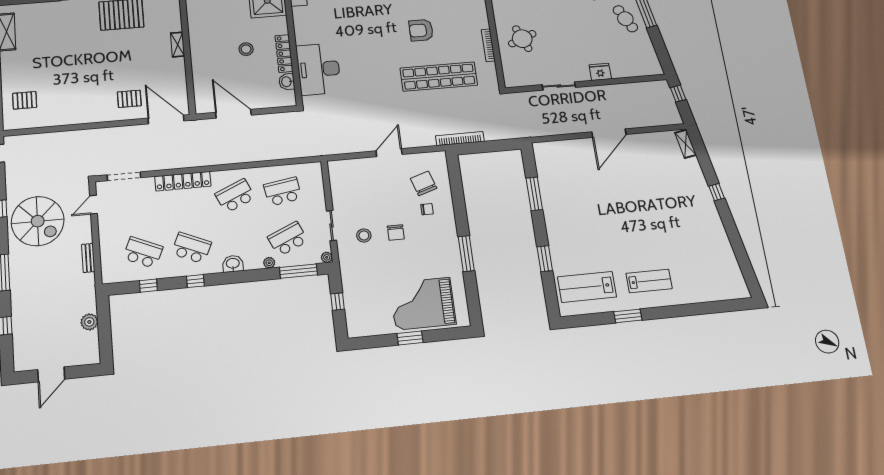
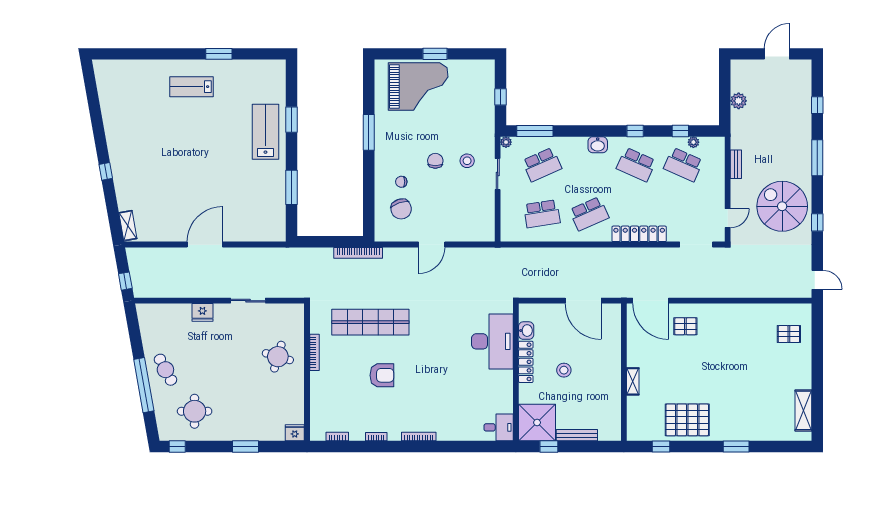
round table: (522, 39) -> (278, 357), turned 38
plant: (269, 263) -> (693, 142), moved
lab bench: (587, 287) -> (265, 132), moved, turned -90

